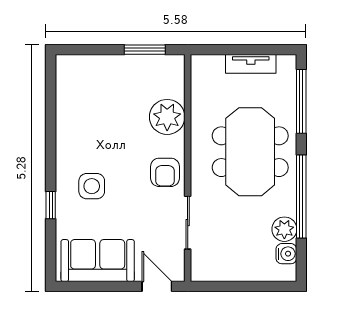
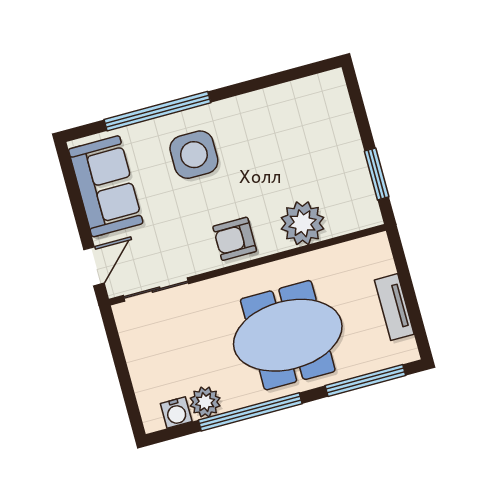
side table: (92, 186) -> (194, 155), width x1.37, depth x1.37
window: (51, 205) -> (157, 111), width x3.17
sliding door: (188, 223) -> (156, 290), moved

